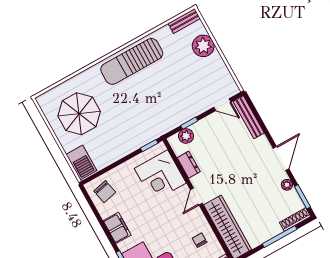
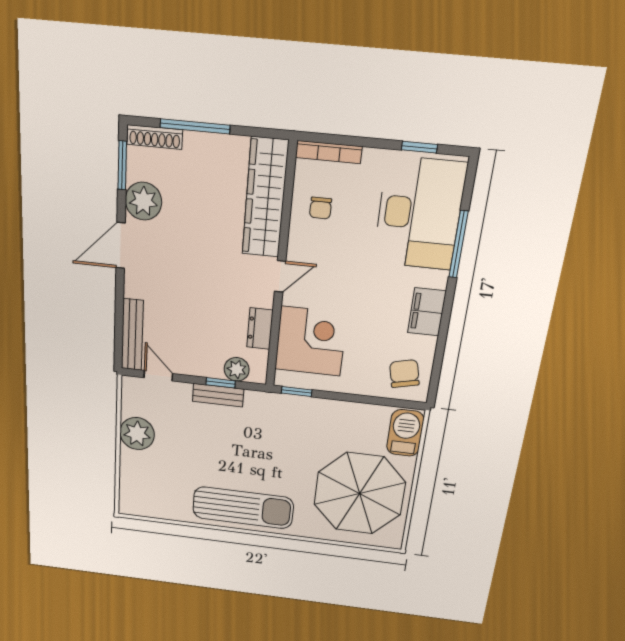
bench: (184, 21) -> (218, 395), moved
plant: (203, 46) -> (137, 434), moved
parasol: (79, 114) -> (360, 493), width x1.36, depth x1.36
plant: (287, 185) -> (143, 201), width x1.87, depth x1.87

